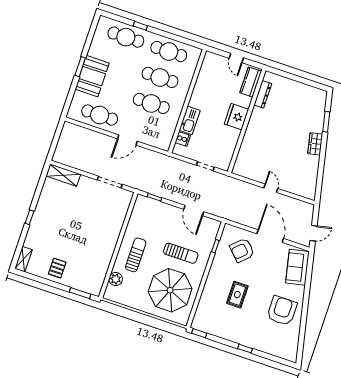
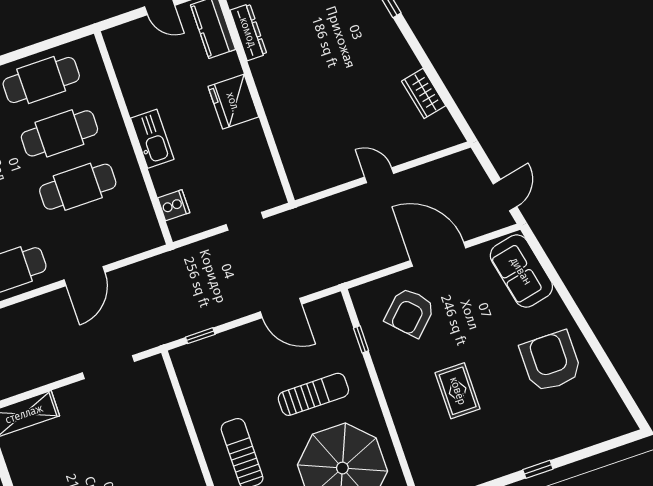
kitchen sink: (190, 120) -> (152, 139), moved
wardrobe: (315, 144) -> (424, 93), moved

